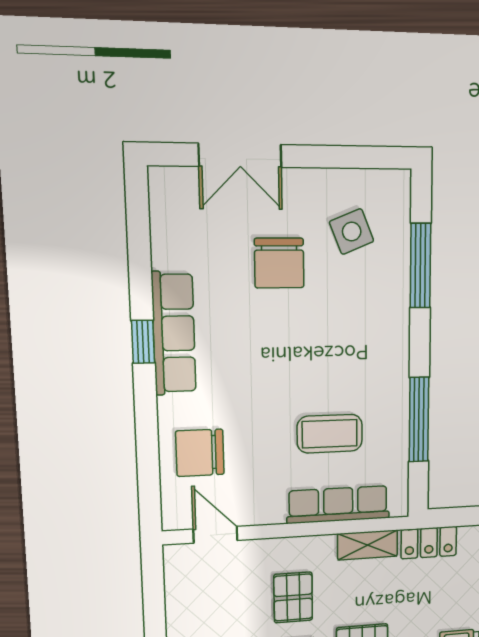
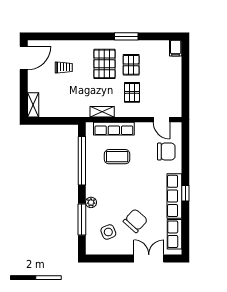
row of seats: (170, 225) -> (174, 234), added
chair: (279, 263) -> (135, 221), turned 42
plant: (397, 312) -> (91, 202), added
window: (419, 420) -> (82, 161), width x1.46
locker: (429, 543) -> (77, 111), removed

